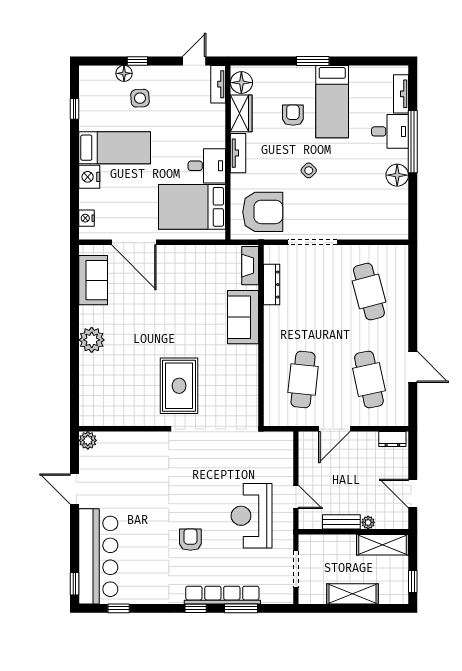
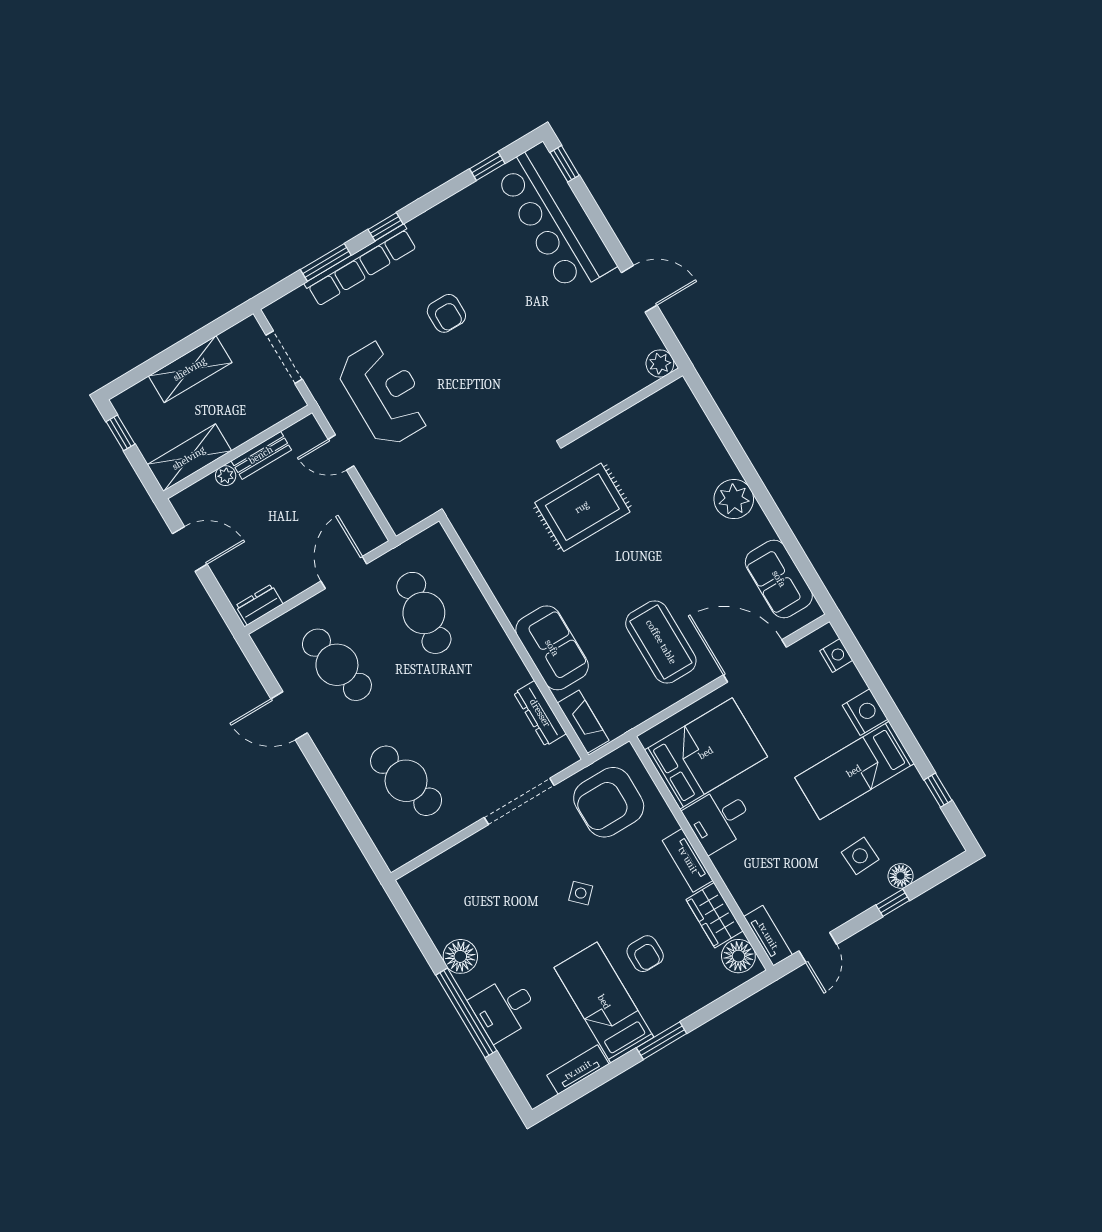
tv unit: (401, 94) -> (578, 1070), moved, turned -90
coffee table: (180, 284) -> (661, 642), added
rug: (179, 386) -> (582, 507), turned 90

